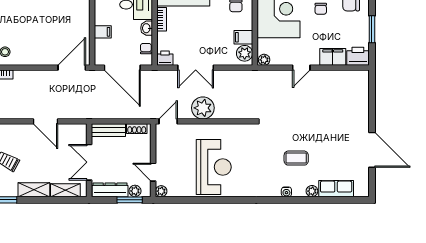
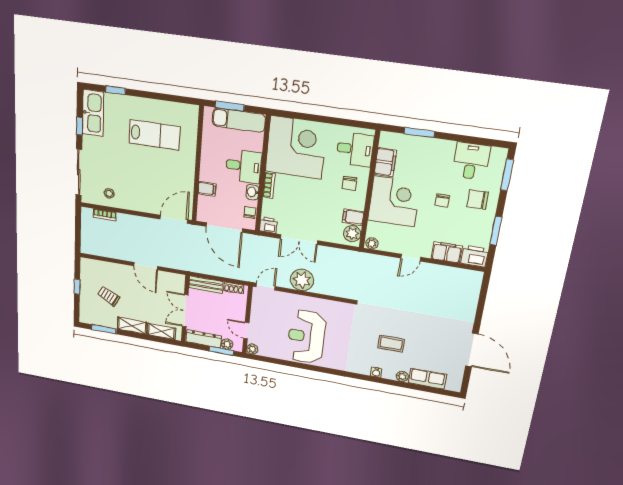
reception desk: (214, 167) -> (306, 337), turned 180

